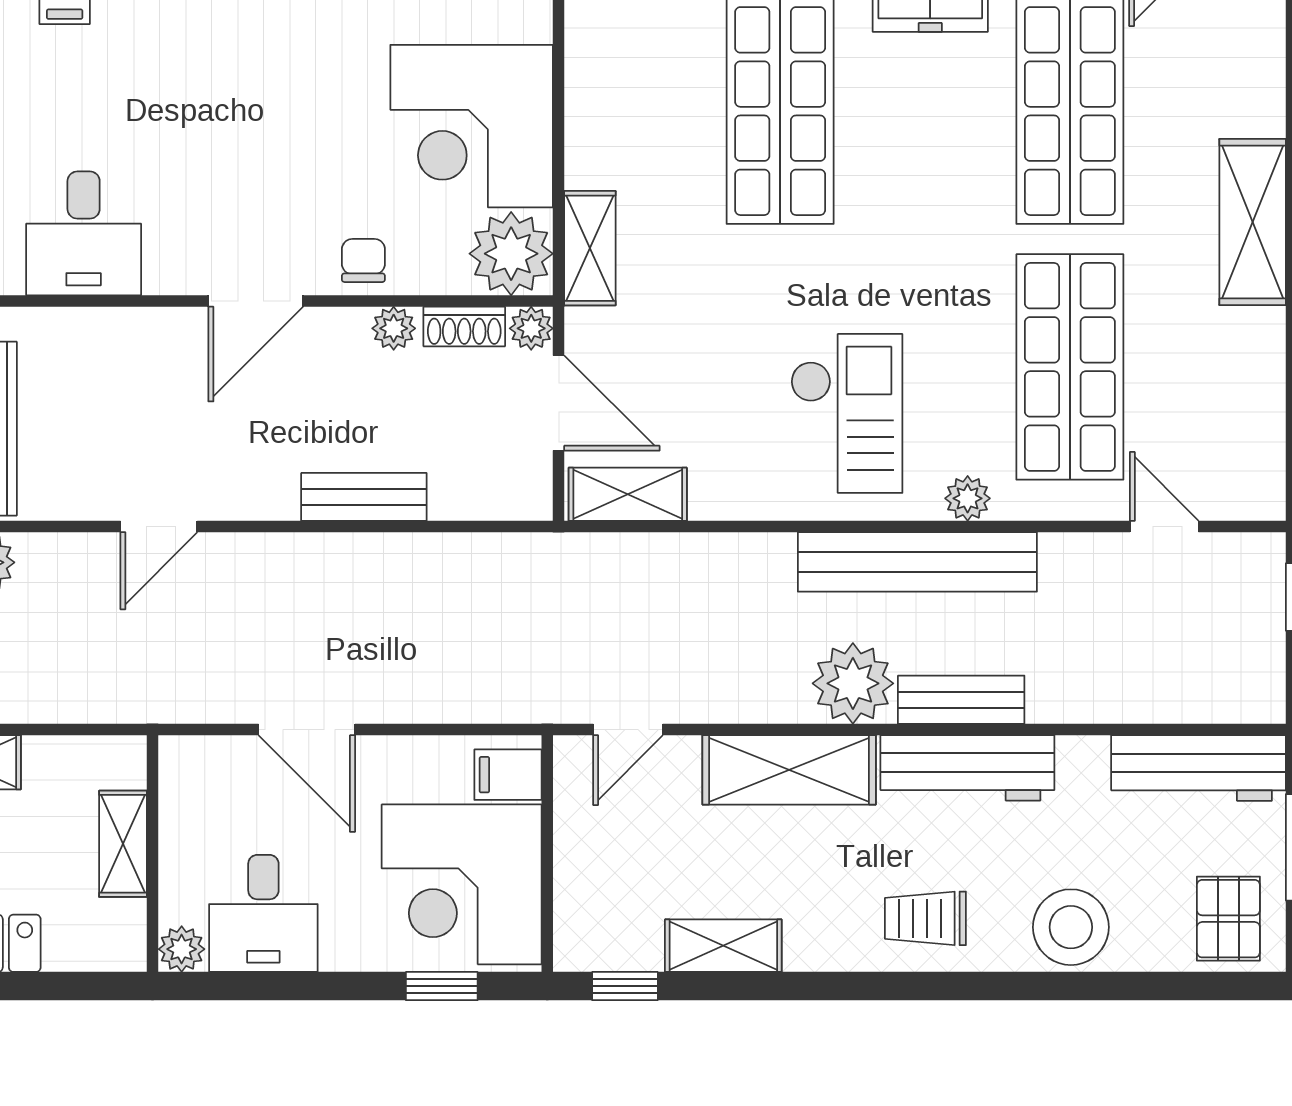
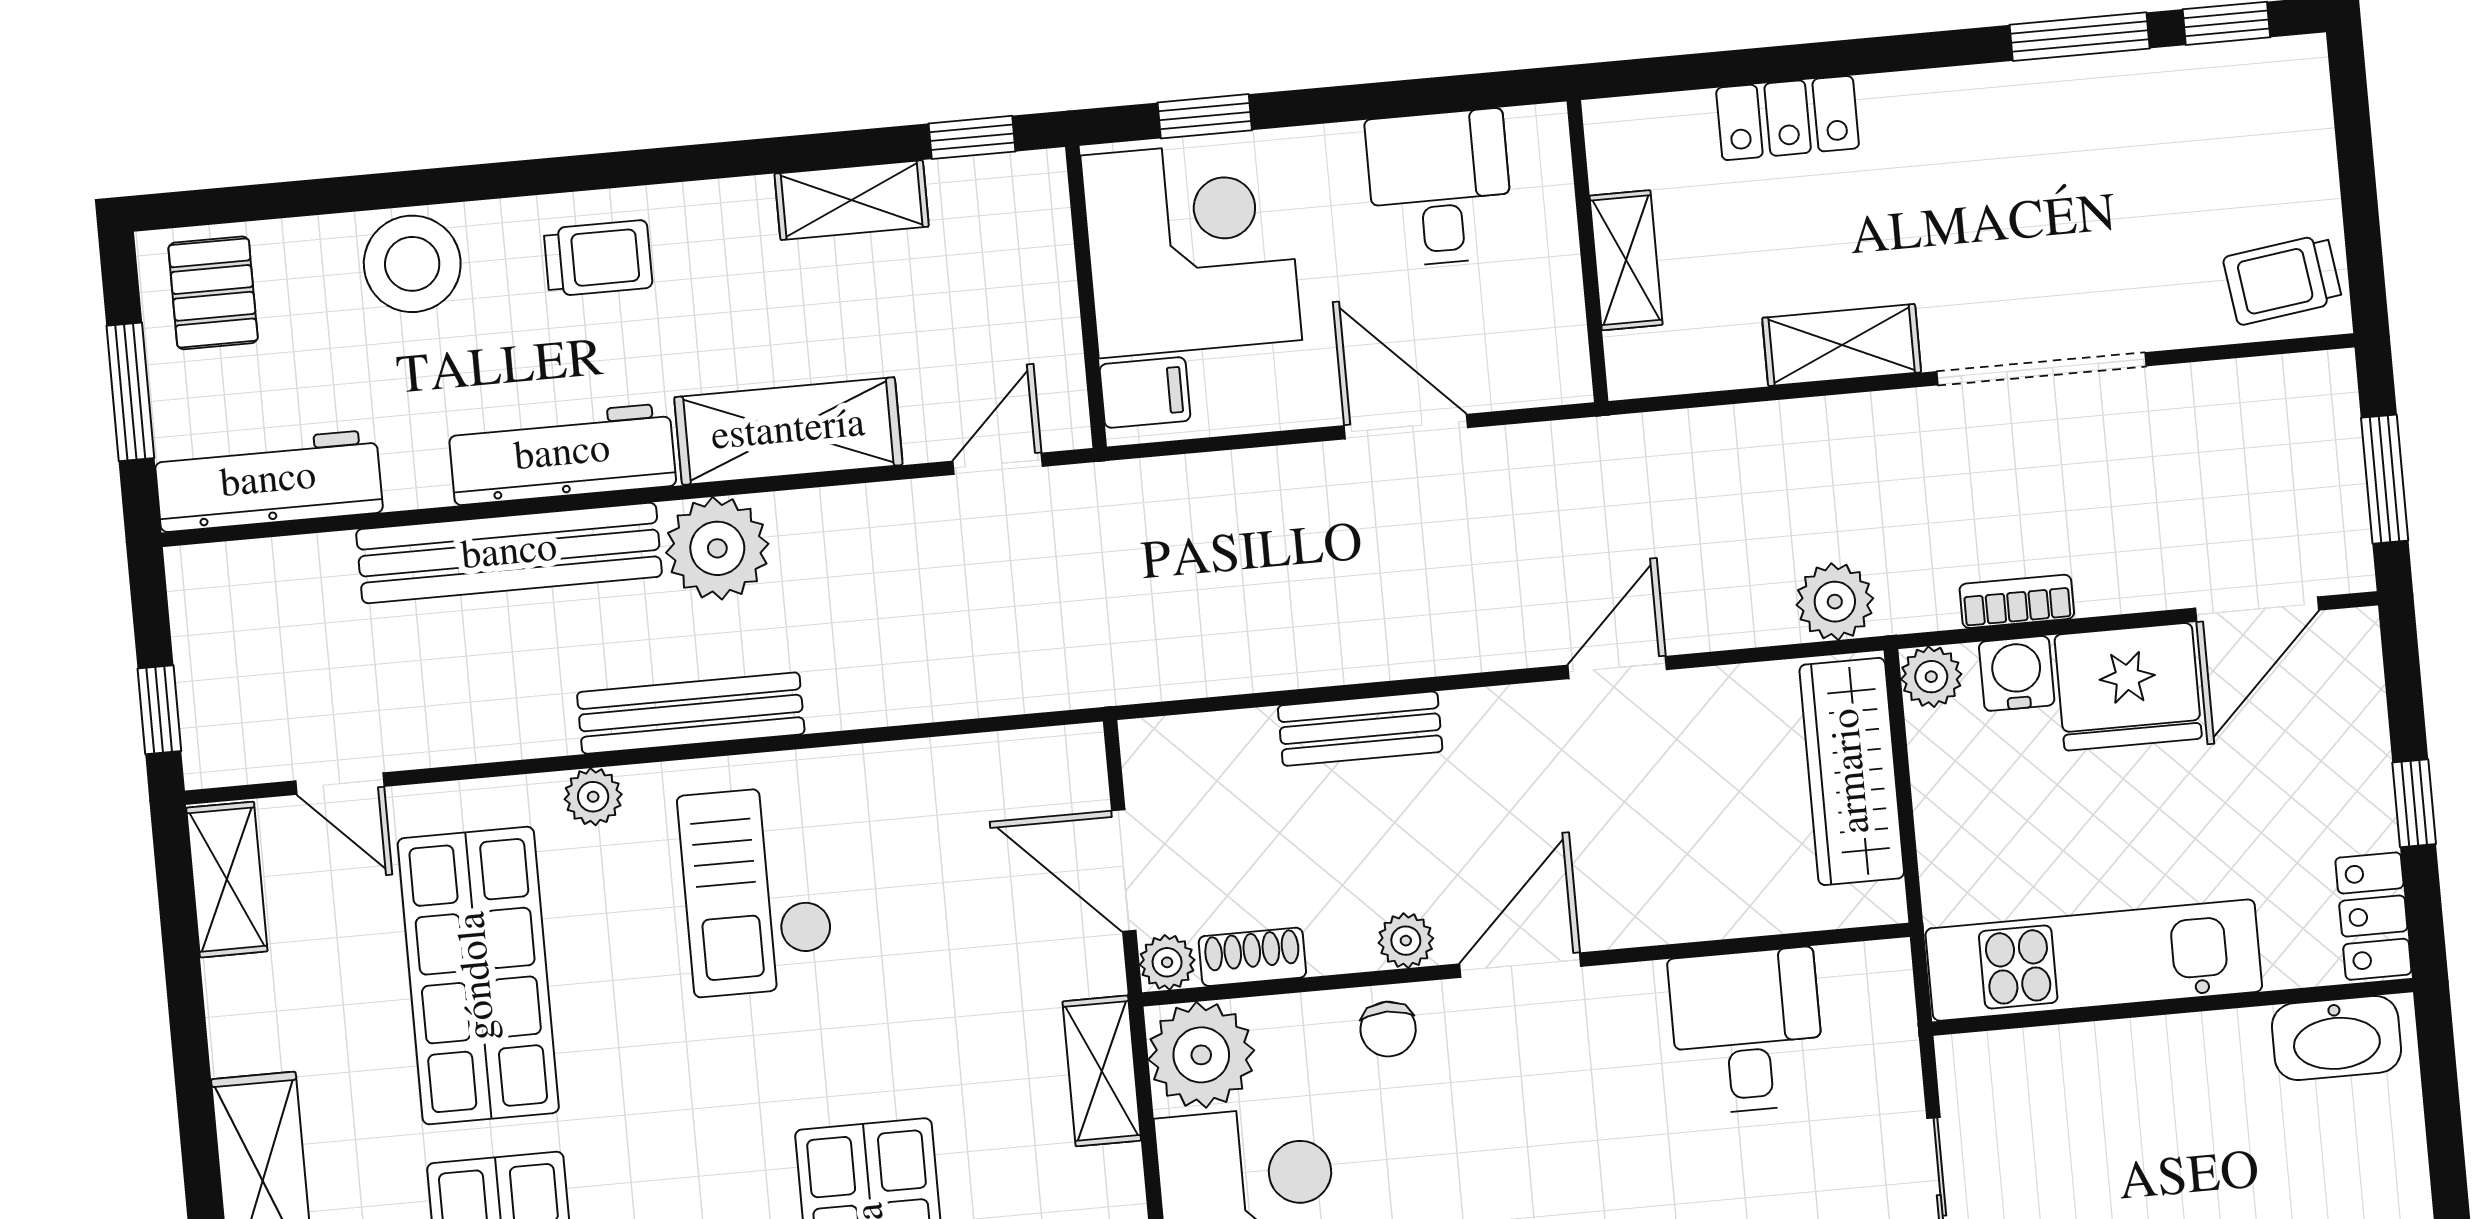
plant: (394, 328) -> (1406, 941), moved
shelving: (628, 494) -> (227, 880), moved, turned 90
bench: (917, 562) -> (691, 713), width x0.73, depth x0.82
bench: (961, 700) -> (509, 553), width x1.86, depth x1.21
plant: (182, 949) -> (1540, 133), removed

